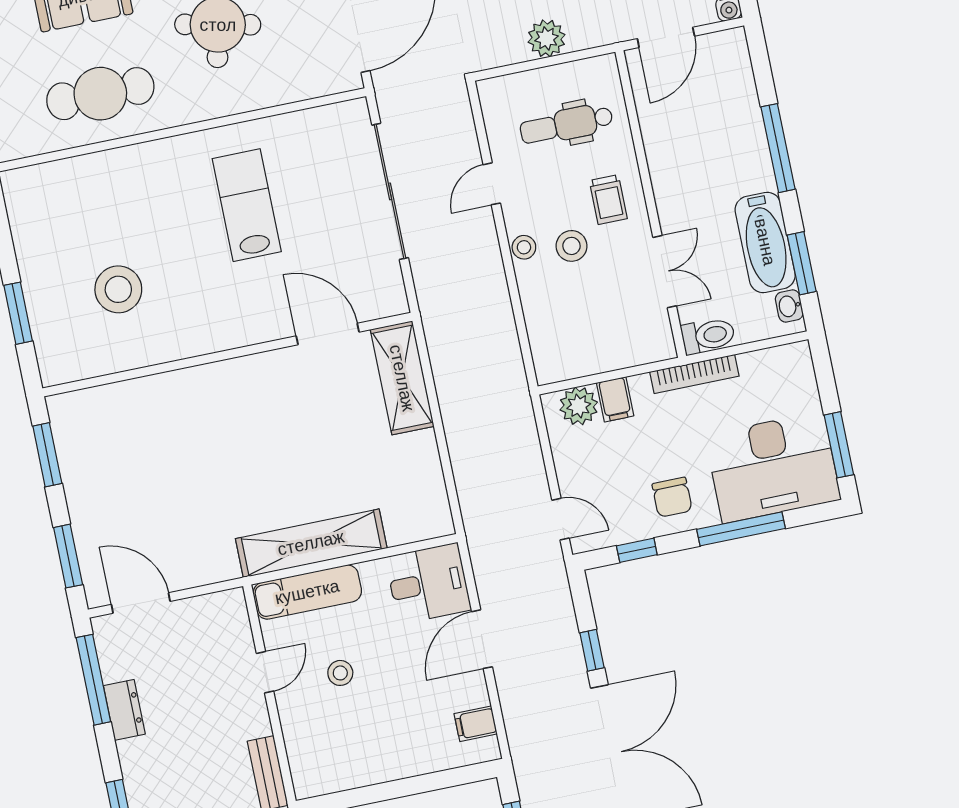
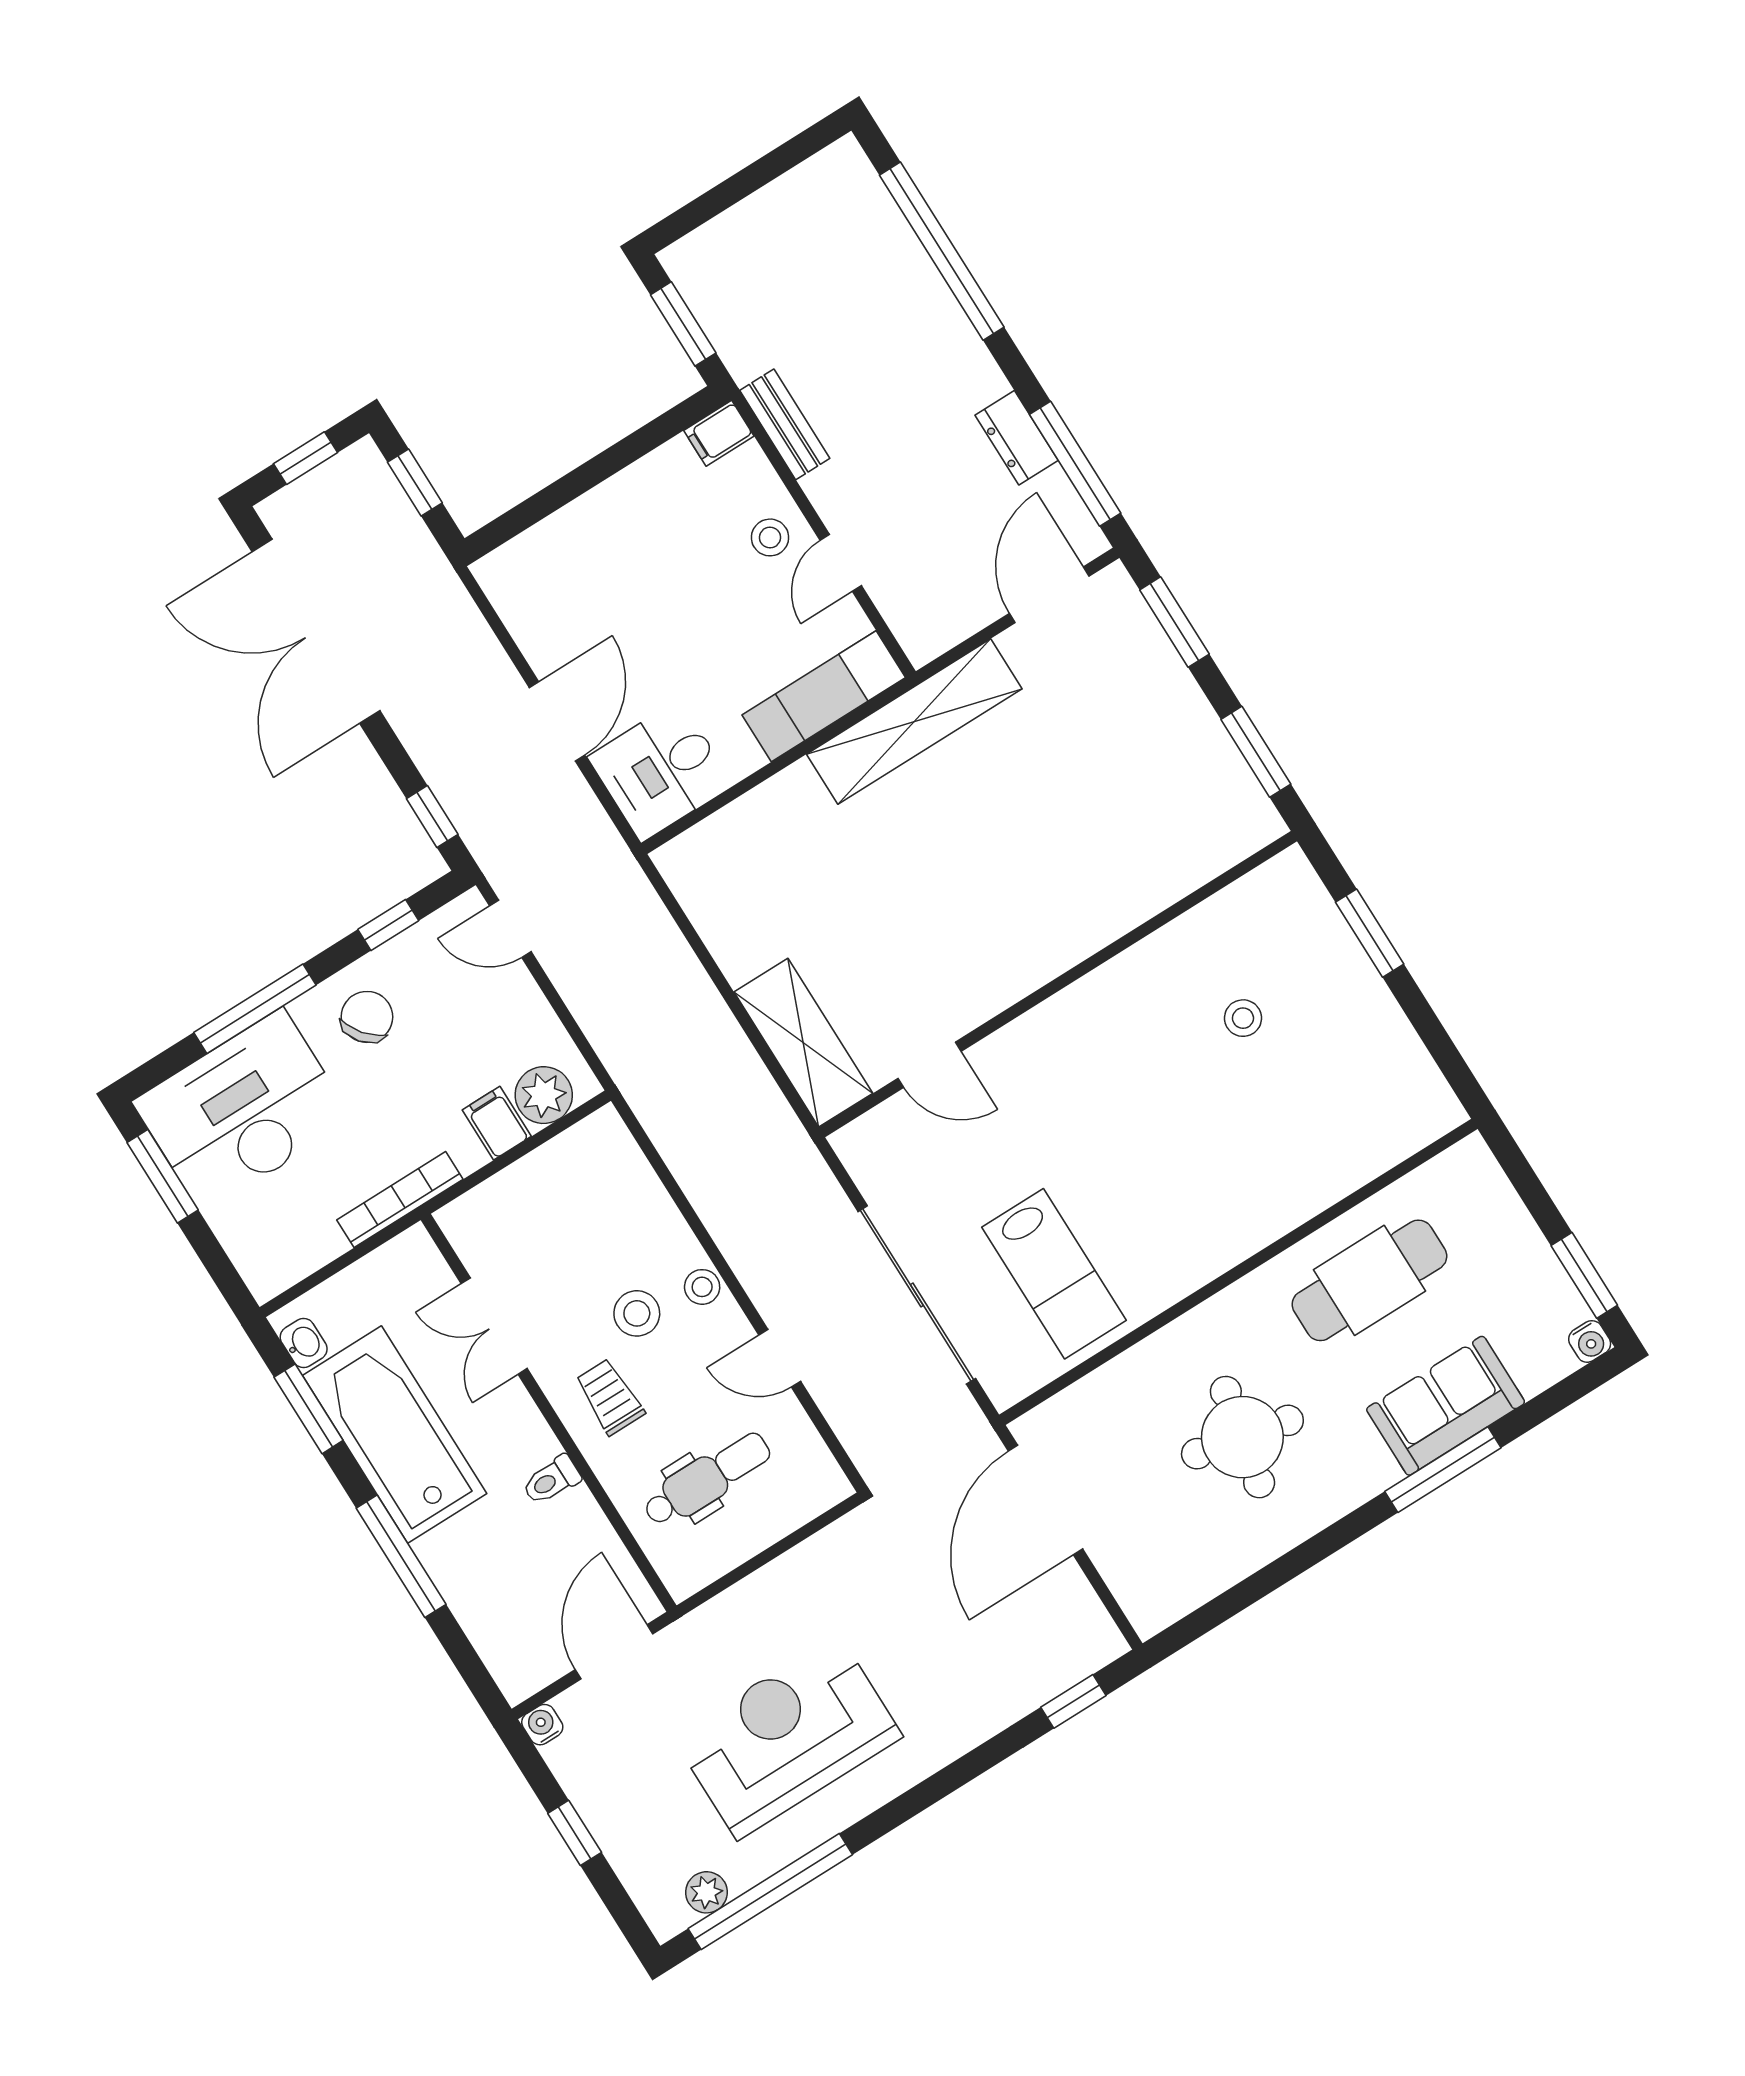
plant: (547, 38) -> (779, 1588), removed
door: (492, 184) -> (780, 1358), swing flipped
lab bench: (247, 205) -> (1054, 1274), moved
bathtub: (765, 242) -> (395, 1434), width x1.36, depth x1.36
stool: (118, 289) -> (1243, 1018), width x0.53, depth x0.53
door: (328, 334) -> (929, 1065), width x0.73
toilet: (708, 336) -> (551, 1480), moved, width x0.73, depth x0.72
chair: (672, 497) -> (367, 1017), turned 51
shelving: (311, 543) -> (914, 722), moved
door: (141, 603) -> (1049, 595), swing flipped
window: (592, 650) -> (432, 817), moved
stool: (340, 673) -> (770, 537), moved
filing cabinet: (476, 724) -> (719, 433), moved, turned 180

